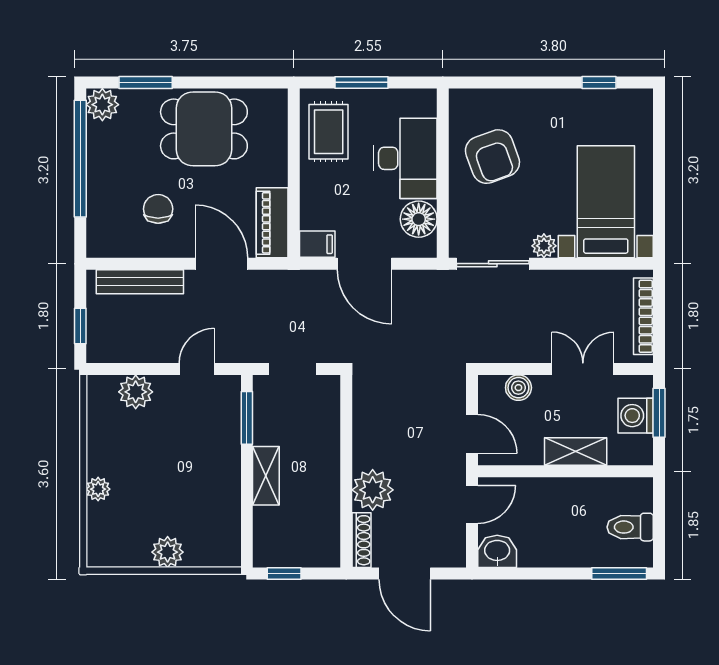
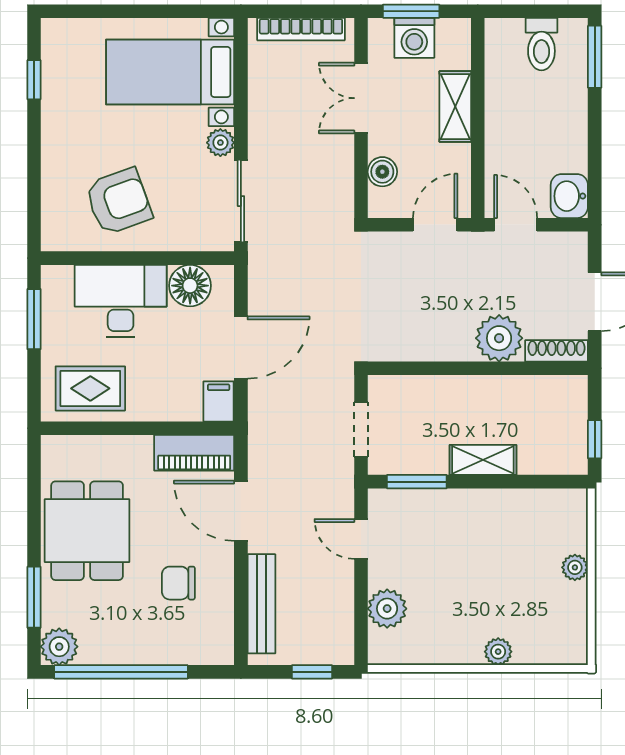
window: (362, 82) -> (34, 319), moved
door: (221, 264) -> (241, 511), hinge flipped
plant: (168, 552) -> (575, 567), width x0.73, depth x0.73

